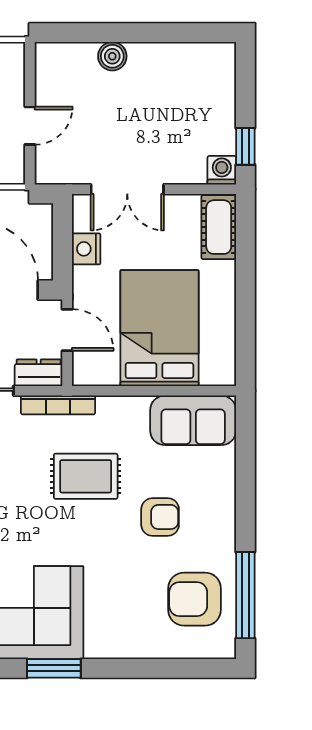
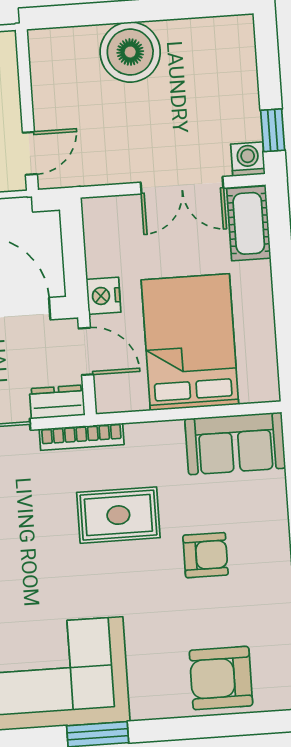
boiler: (112, 56) -> (130, 52), width x1.86, depth x1.86
door: (30, 126) -> (30, 153), moved
double door: (127, 189) -> (182, 185), moved
nightstand: (86, 249) -> (104, 296), moved
armchair: (195, 599) -> (221, 678), moved

